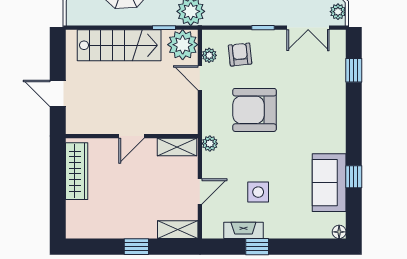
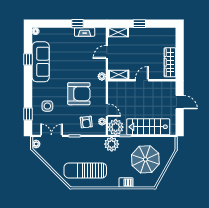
sofa: (329, 183) -> (41, 62), width x1.36
side table: (258, 192) -> (47, 106), moved

